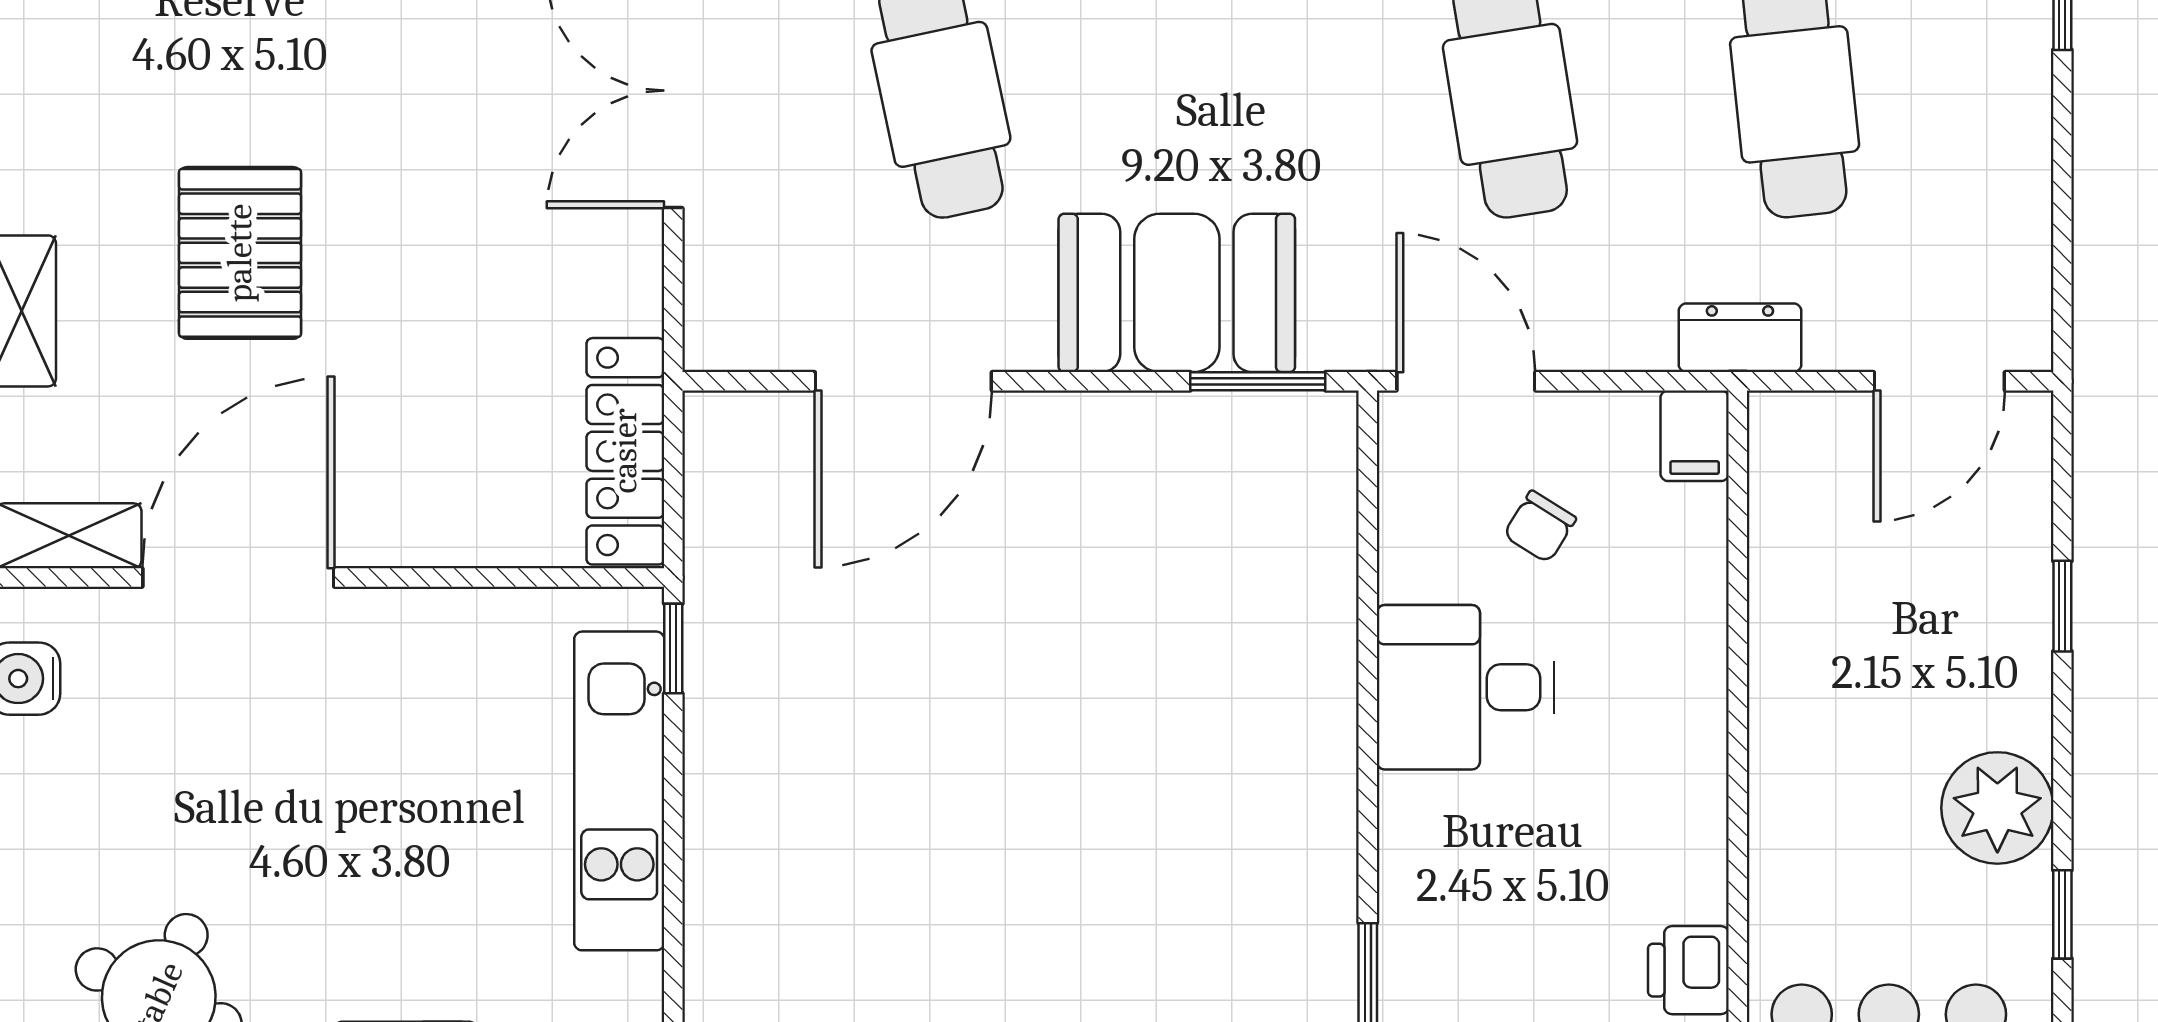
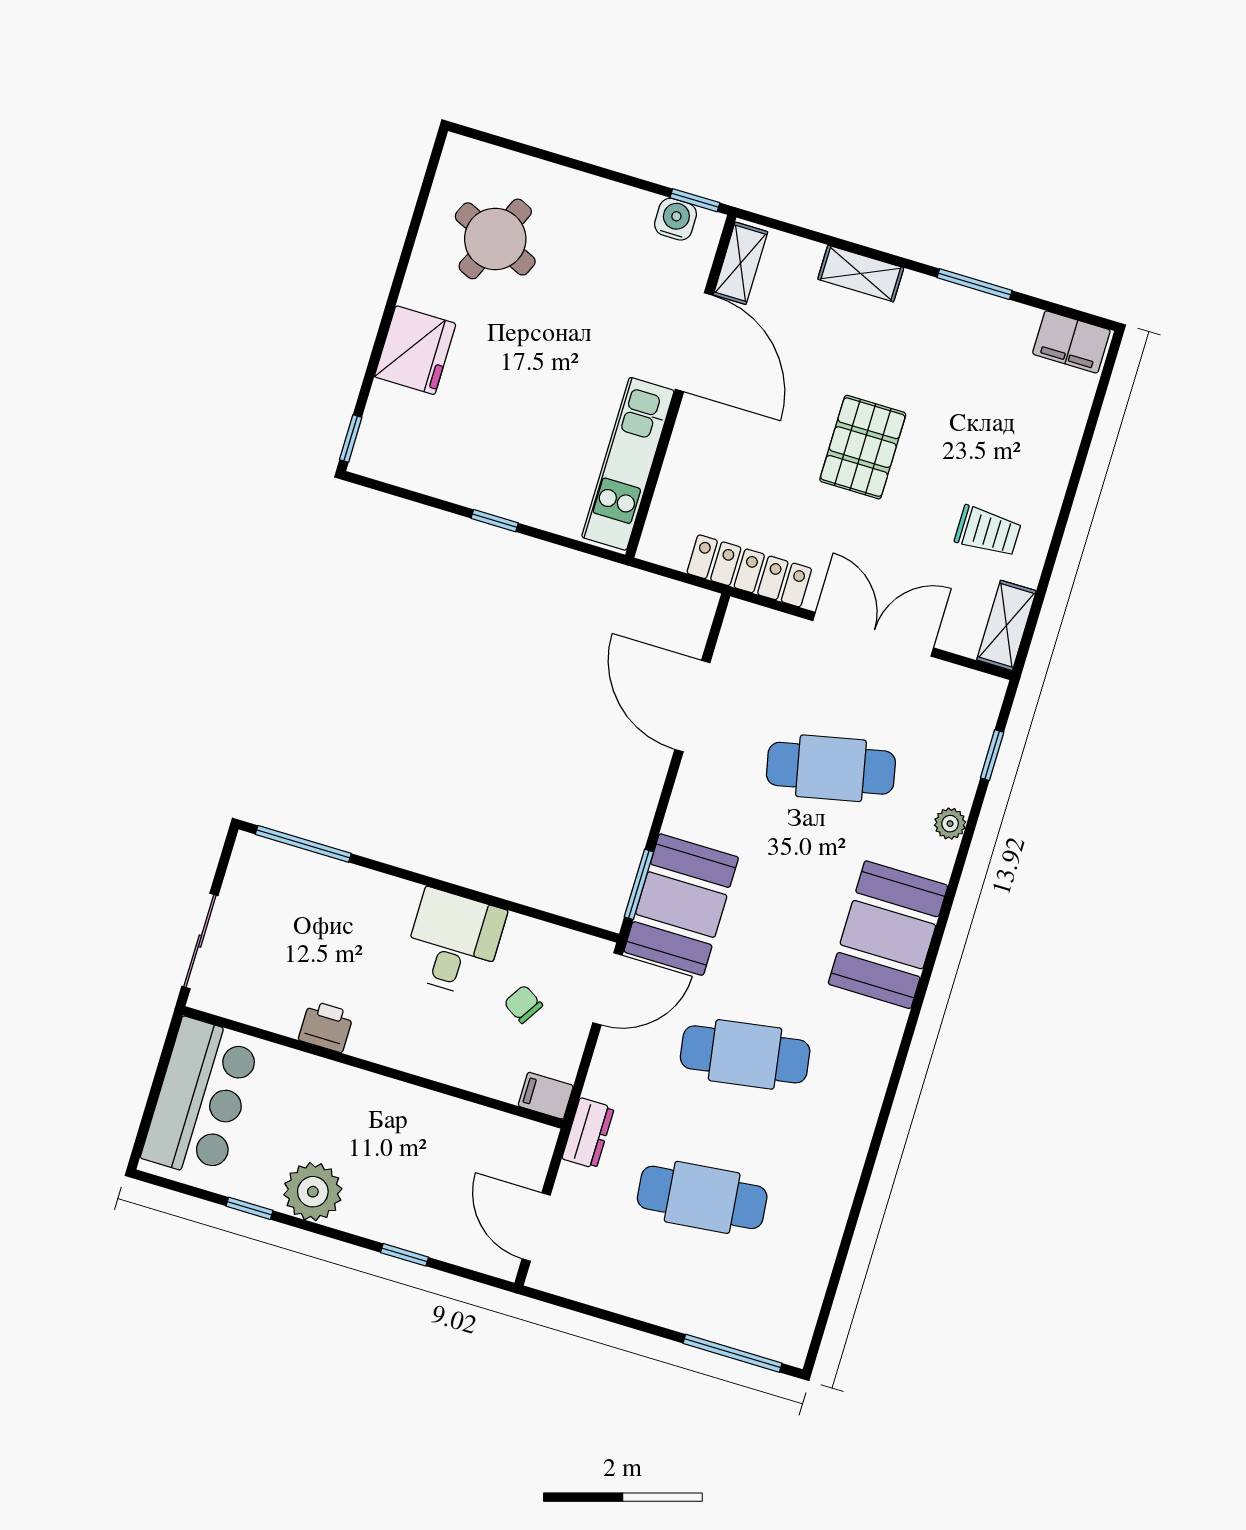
pallet: (240, 253) -> (863, 447), moved, turned 90
booth: (1177, 293) -> (681, 905), moved
locker: (625, 451) -> (749, 571), moved
window: (673, 649) -> (495, 521), moved
kitchen unit: (619, 791) -> (628, 464), moved, turned -90
printer: (1688, 970) -> (326, 1026), moved

